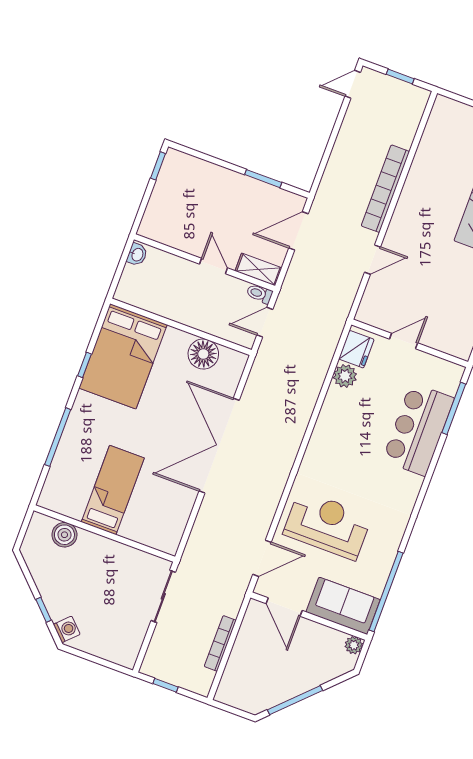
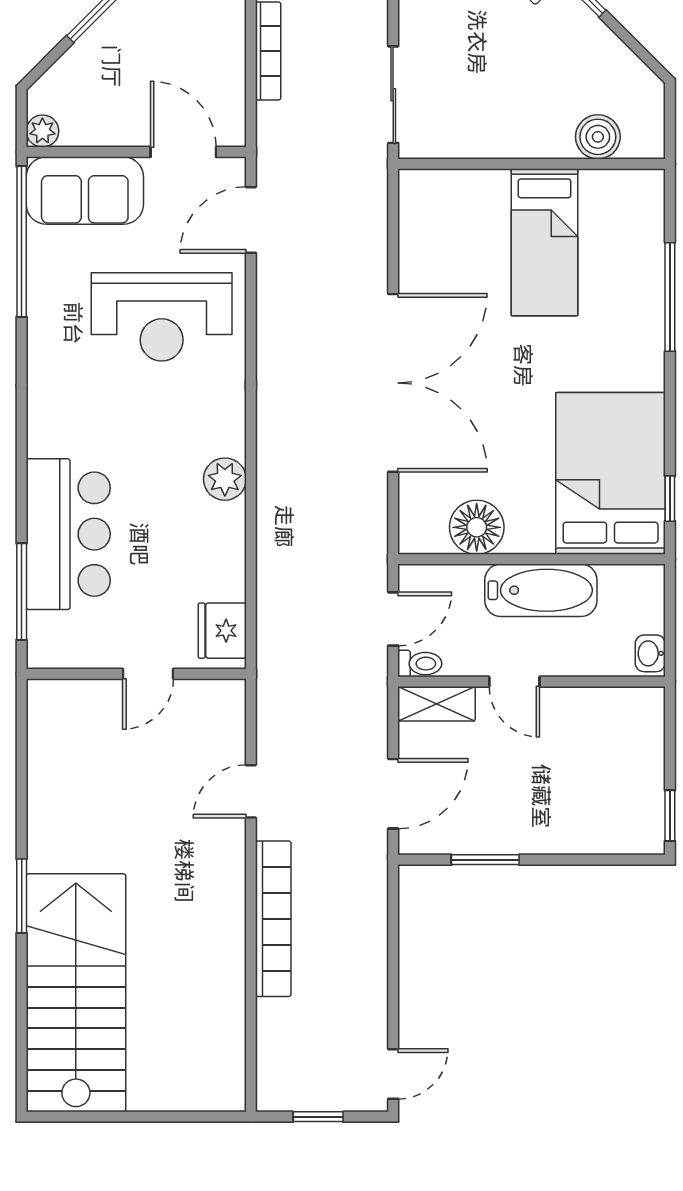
bathtub: (182, 309) -> (541, 590), added
window: (84, 365) -> (670, 499), moved
plant: (345, 376) -> (225, 479), moved

